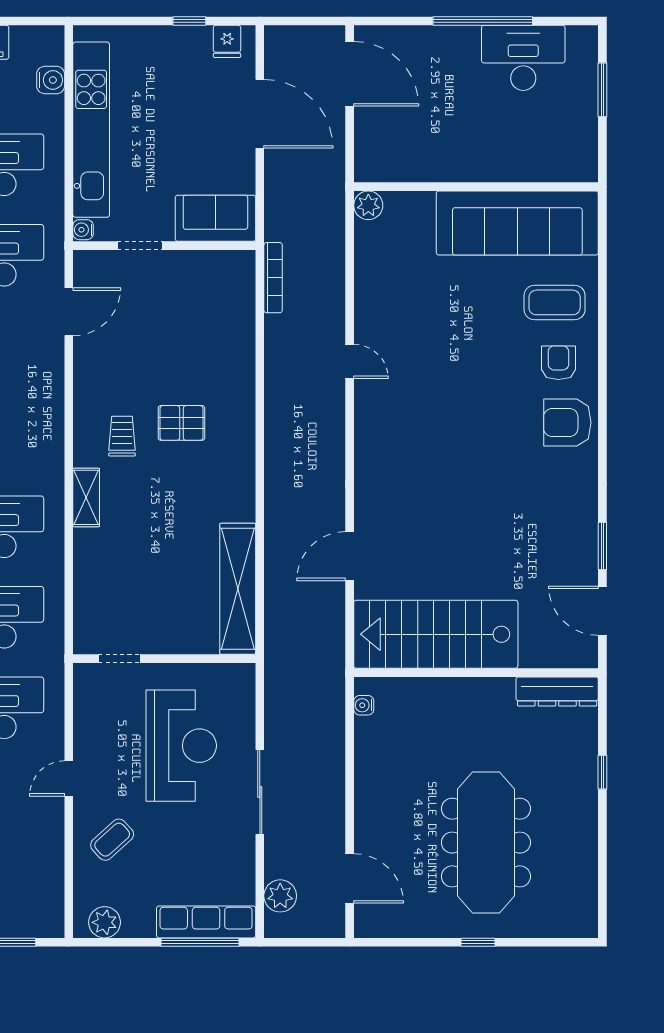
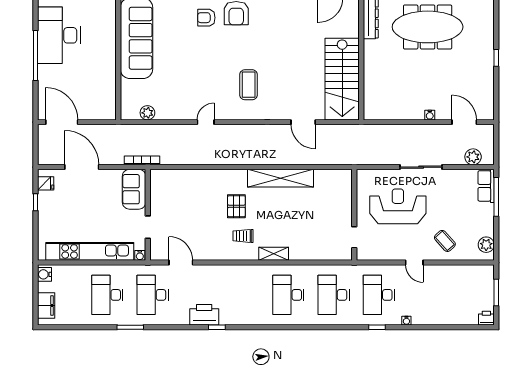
desk: (523, 58) -> (59, 35), width x1.36, depth x1.30
door: (350, 74) -> (62, 122), hinge flipped
water cooler: (51, 80) -> (44, 274), moved, turned -90
door: (260, 114) -> (82, 167), hinge flipped
plant: (368, 205) -> (147, 113), moved
bookcase: (273, 278) -> (142, 160), moved
coffee table: (555, 302) -> (249, 85), moved
shelving: (238, 589) -> (280, 178), moved
water cooler: (364, 705) -> (430, 115), moved
meeting table: (486, 843) -> (428, 27), moved
door: (350, 878) -> (464, 122), hinge flipped
row of seats: (206, 922) -> (486, 186), width x0.68

